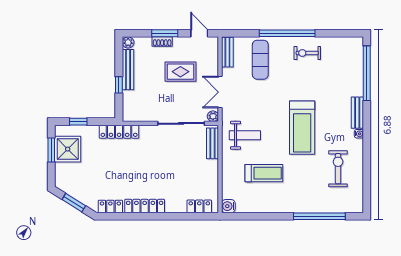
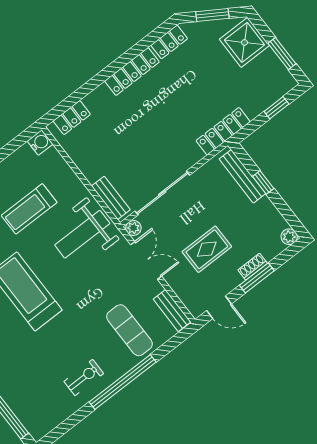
bench: (128, 70) -> (242, 176), moved
weight bench: (245, 135) -> (82, 234), width x1.36, depth x1.33
shower: (68, 149) -> (244, 42), moved

